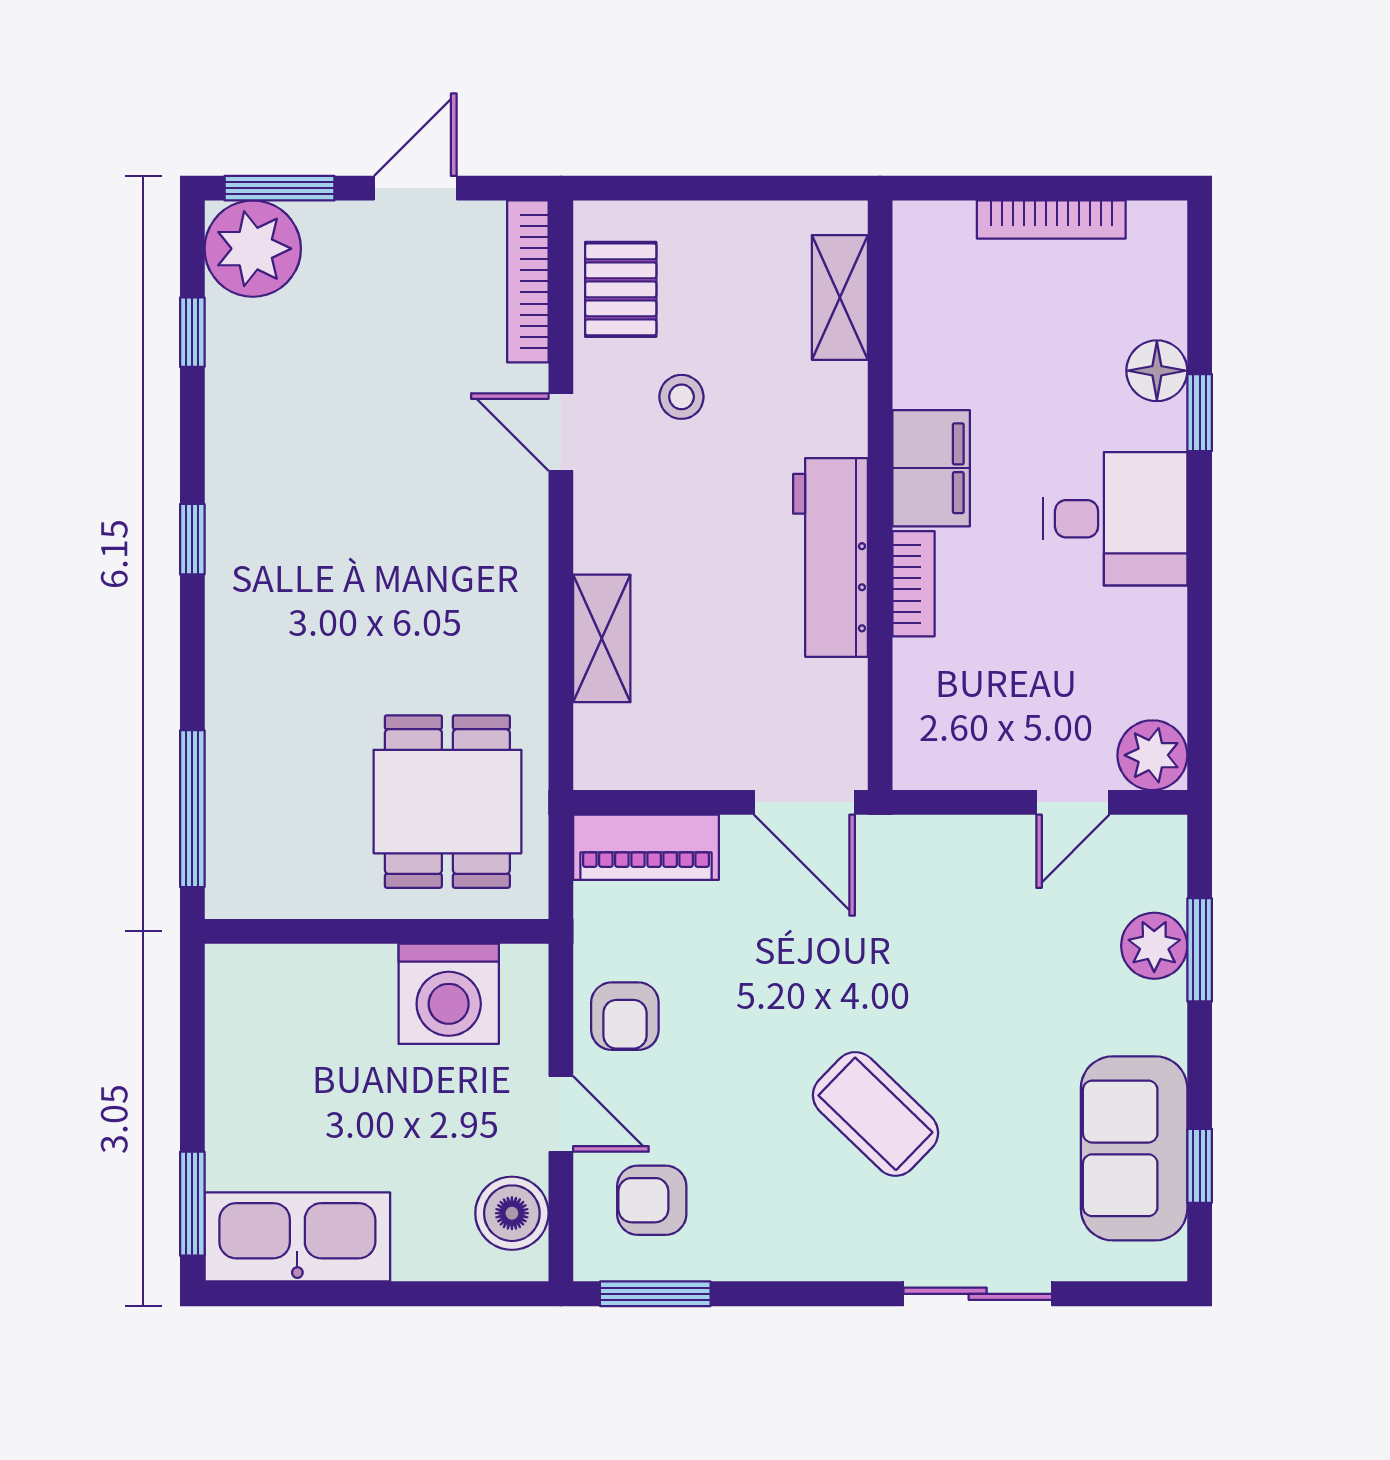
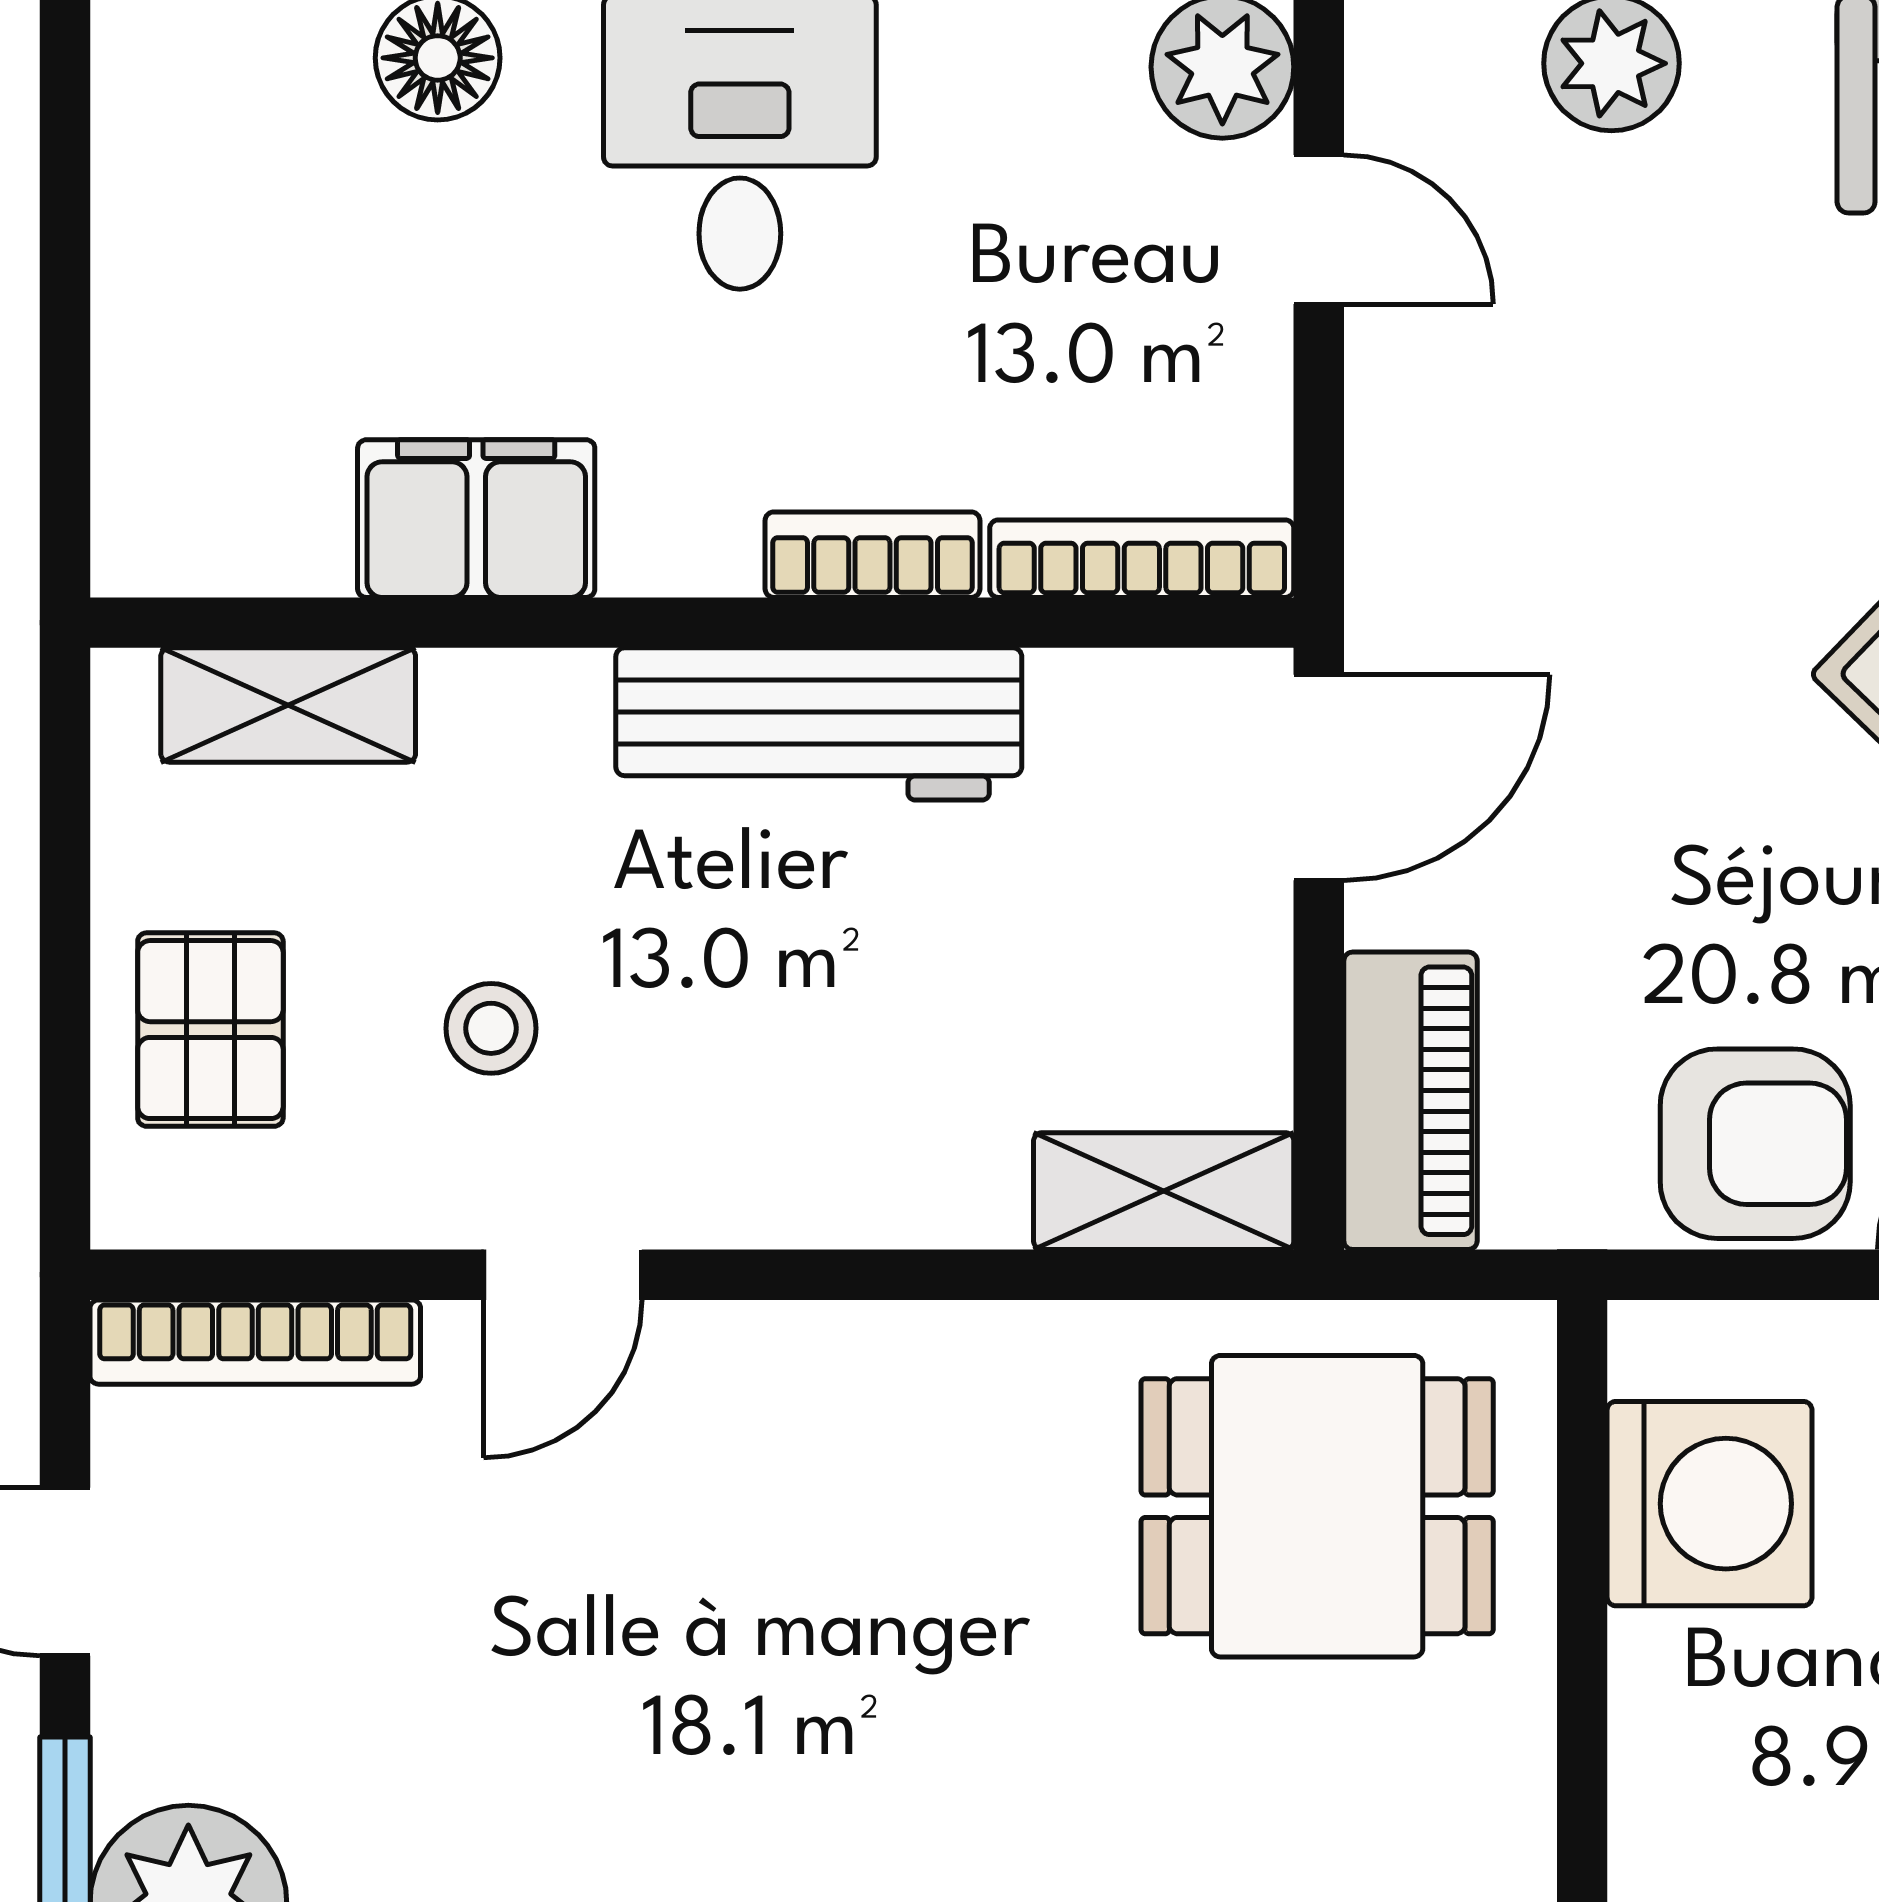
bookcase: (1051, 220) -> (1142, 559), moved, turned -90
pallet: (621, 289) -> (210, 1030), moved, turned 90
filing cabinet: (931, 468) -> (476, 519), moved
shelving: (602, 638) -> (1164, 1191), moved
armchair: (625, 1016) -> (1755, 1144), width x1.38, depth x1.38

